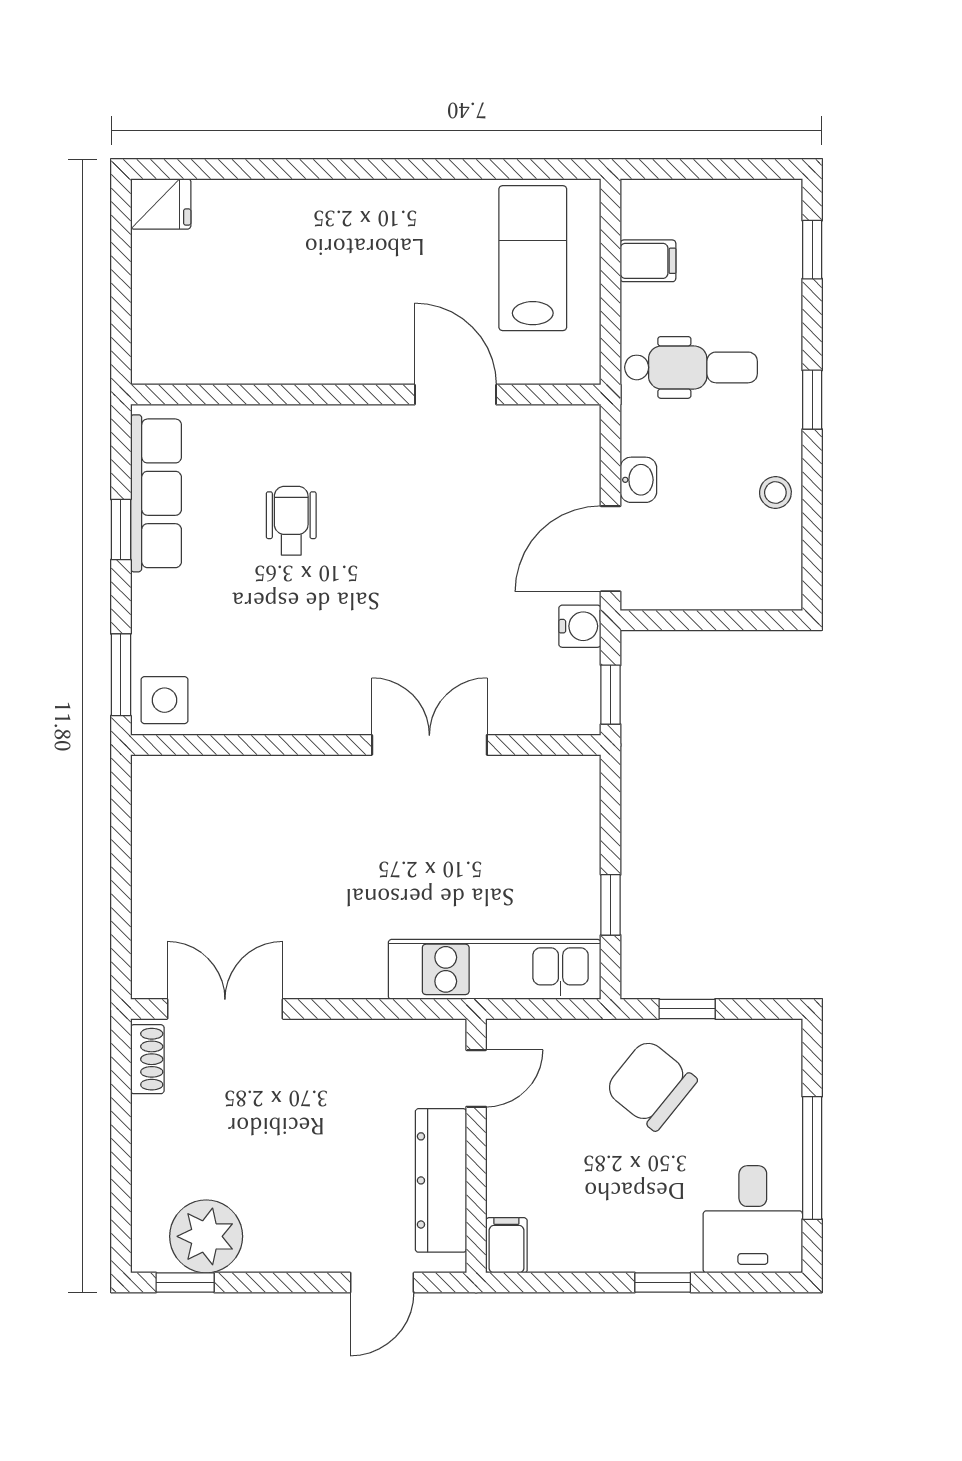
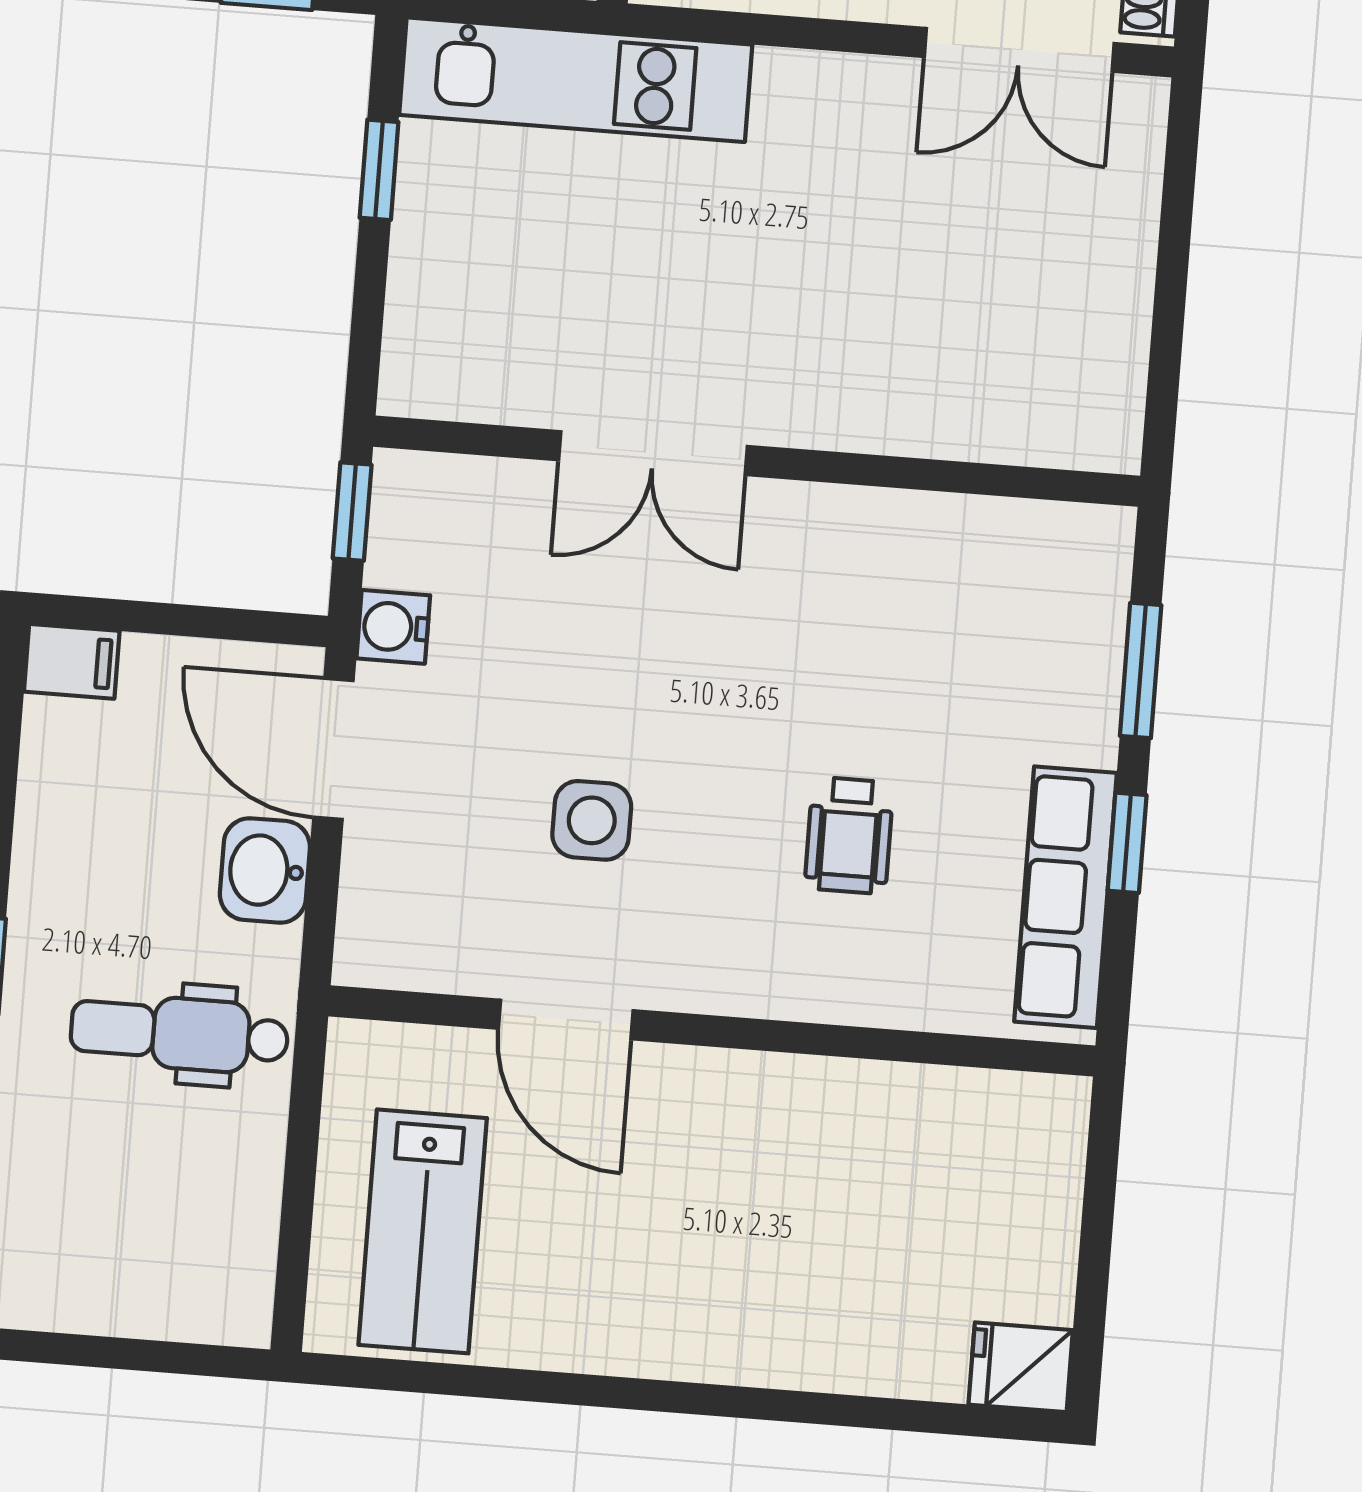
filing cabinet: (648, 261) -> (72, 661), moved, turned 180
washbasin: (638, 480) -> (265, 870), width x1.38, depth x1.45
stool: (775, 492) -> (58, 819), removed
door: (611, 549) -> (333, 749), swing flipped
window: (121, 675) -> (1141, 670), moved
side table: (164, 700) -> (592, 820), moved

